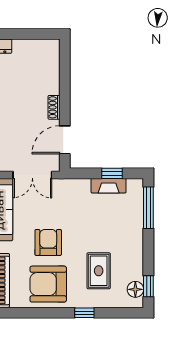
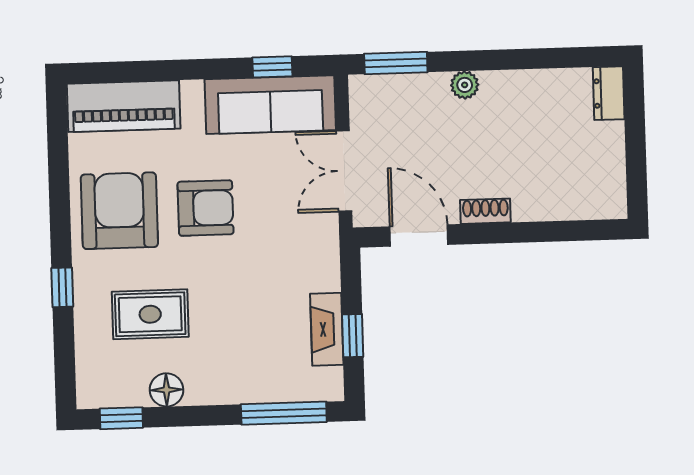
floor lamp: (135, 289) -> (166, 390), moved

